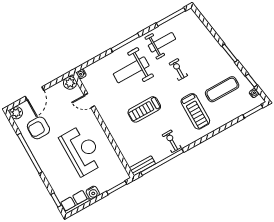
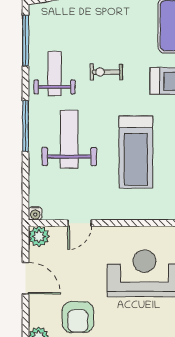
weight bench: (131, 70) -> (69, 139), turned 180
door: (34, 93) -> (26, 278), moved
treadmill: (144, 109) -> (136, 152), width x1.37, depth x1.38

